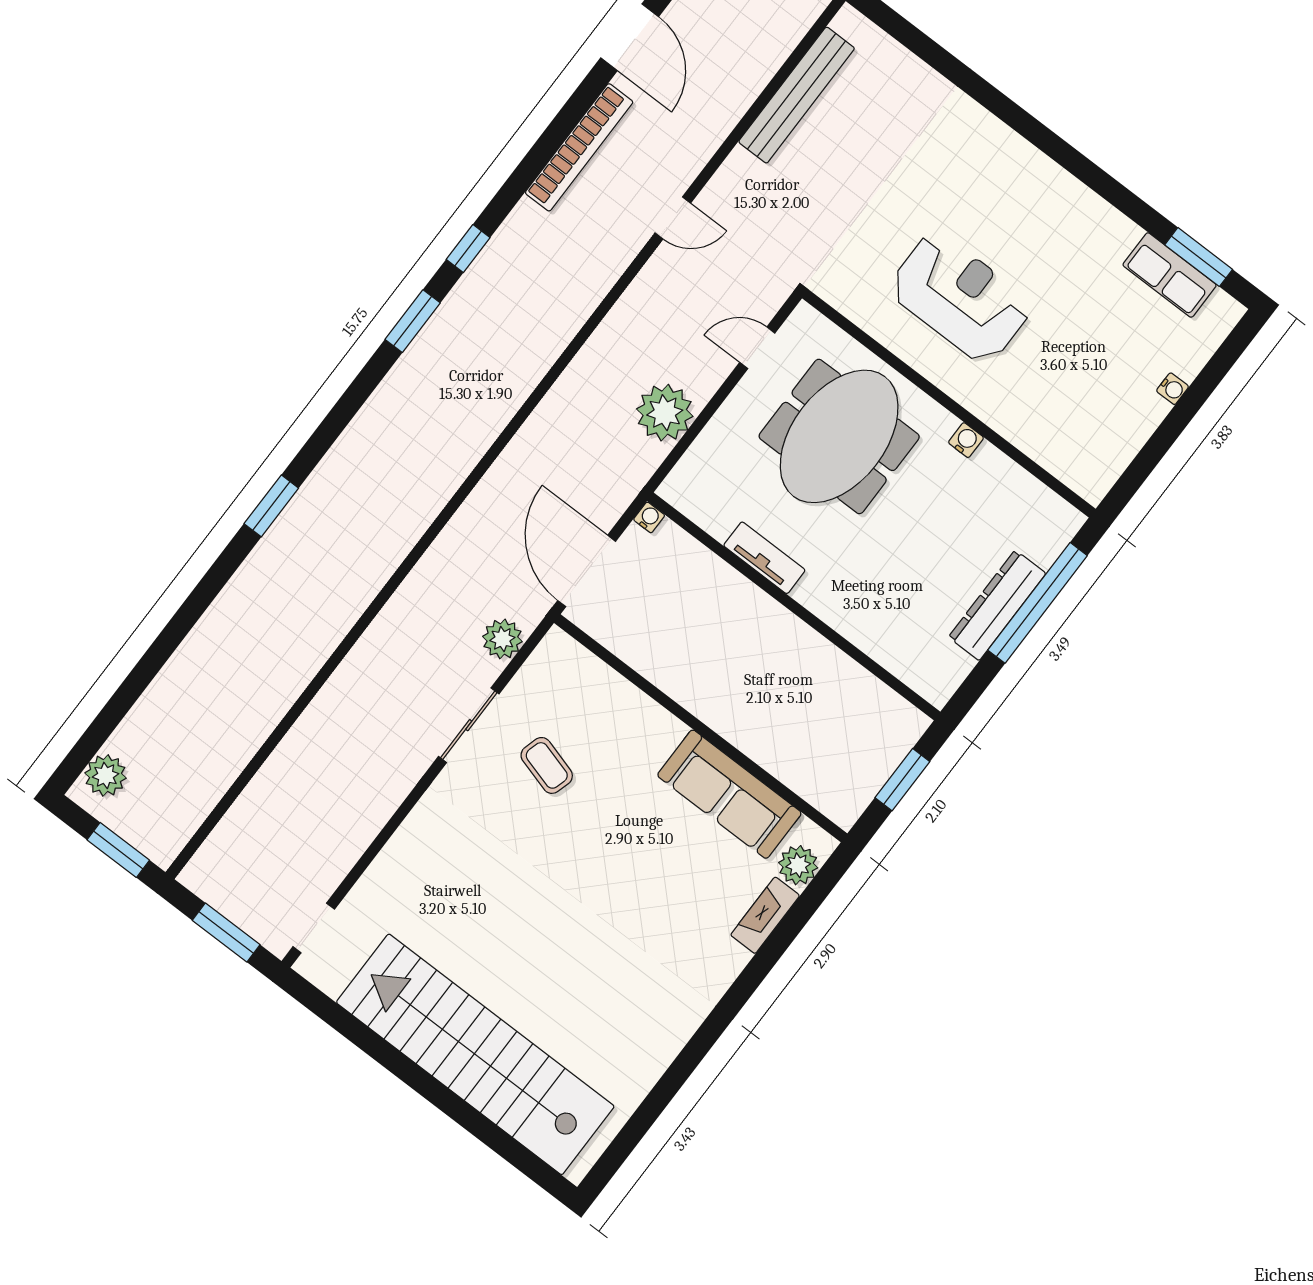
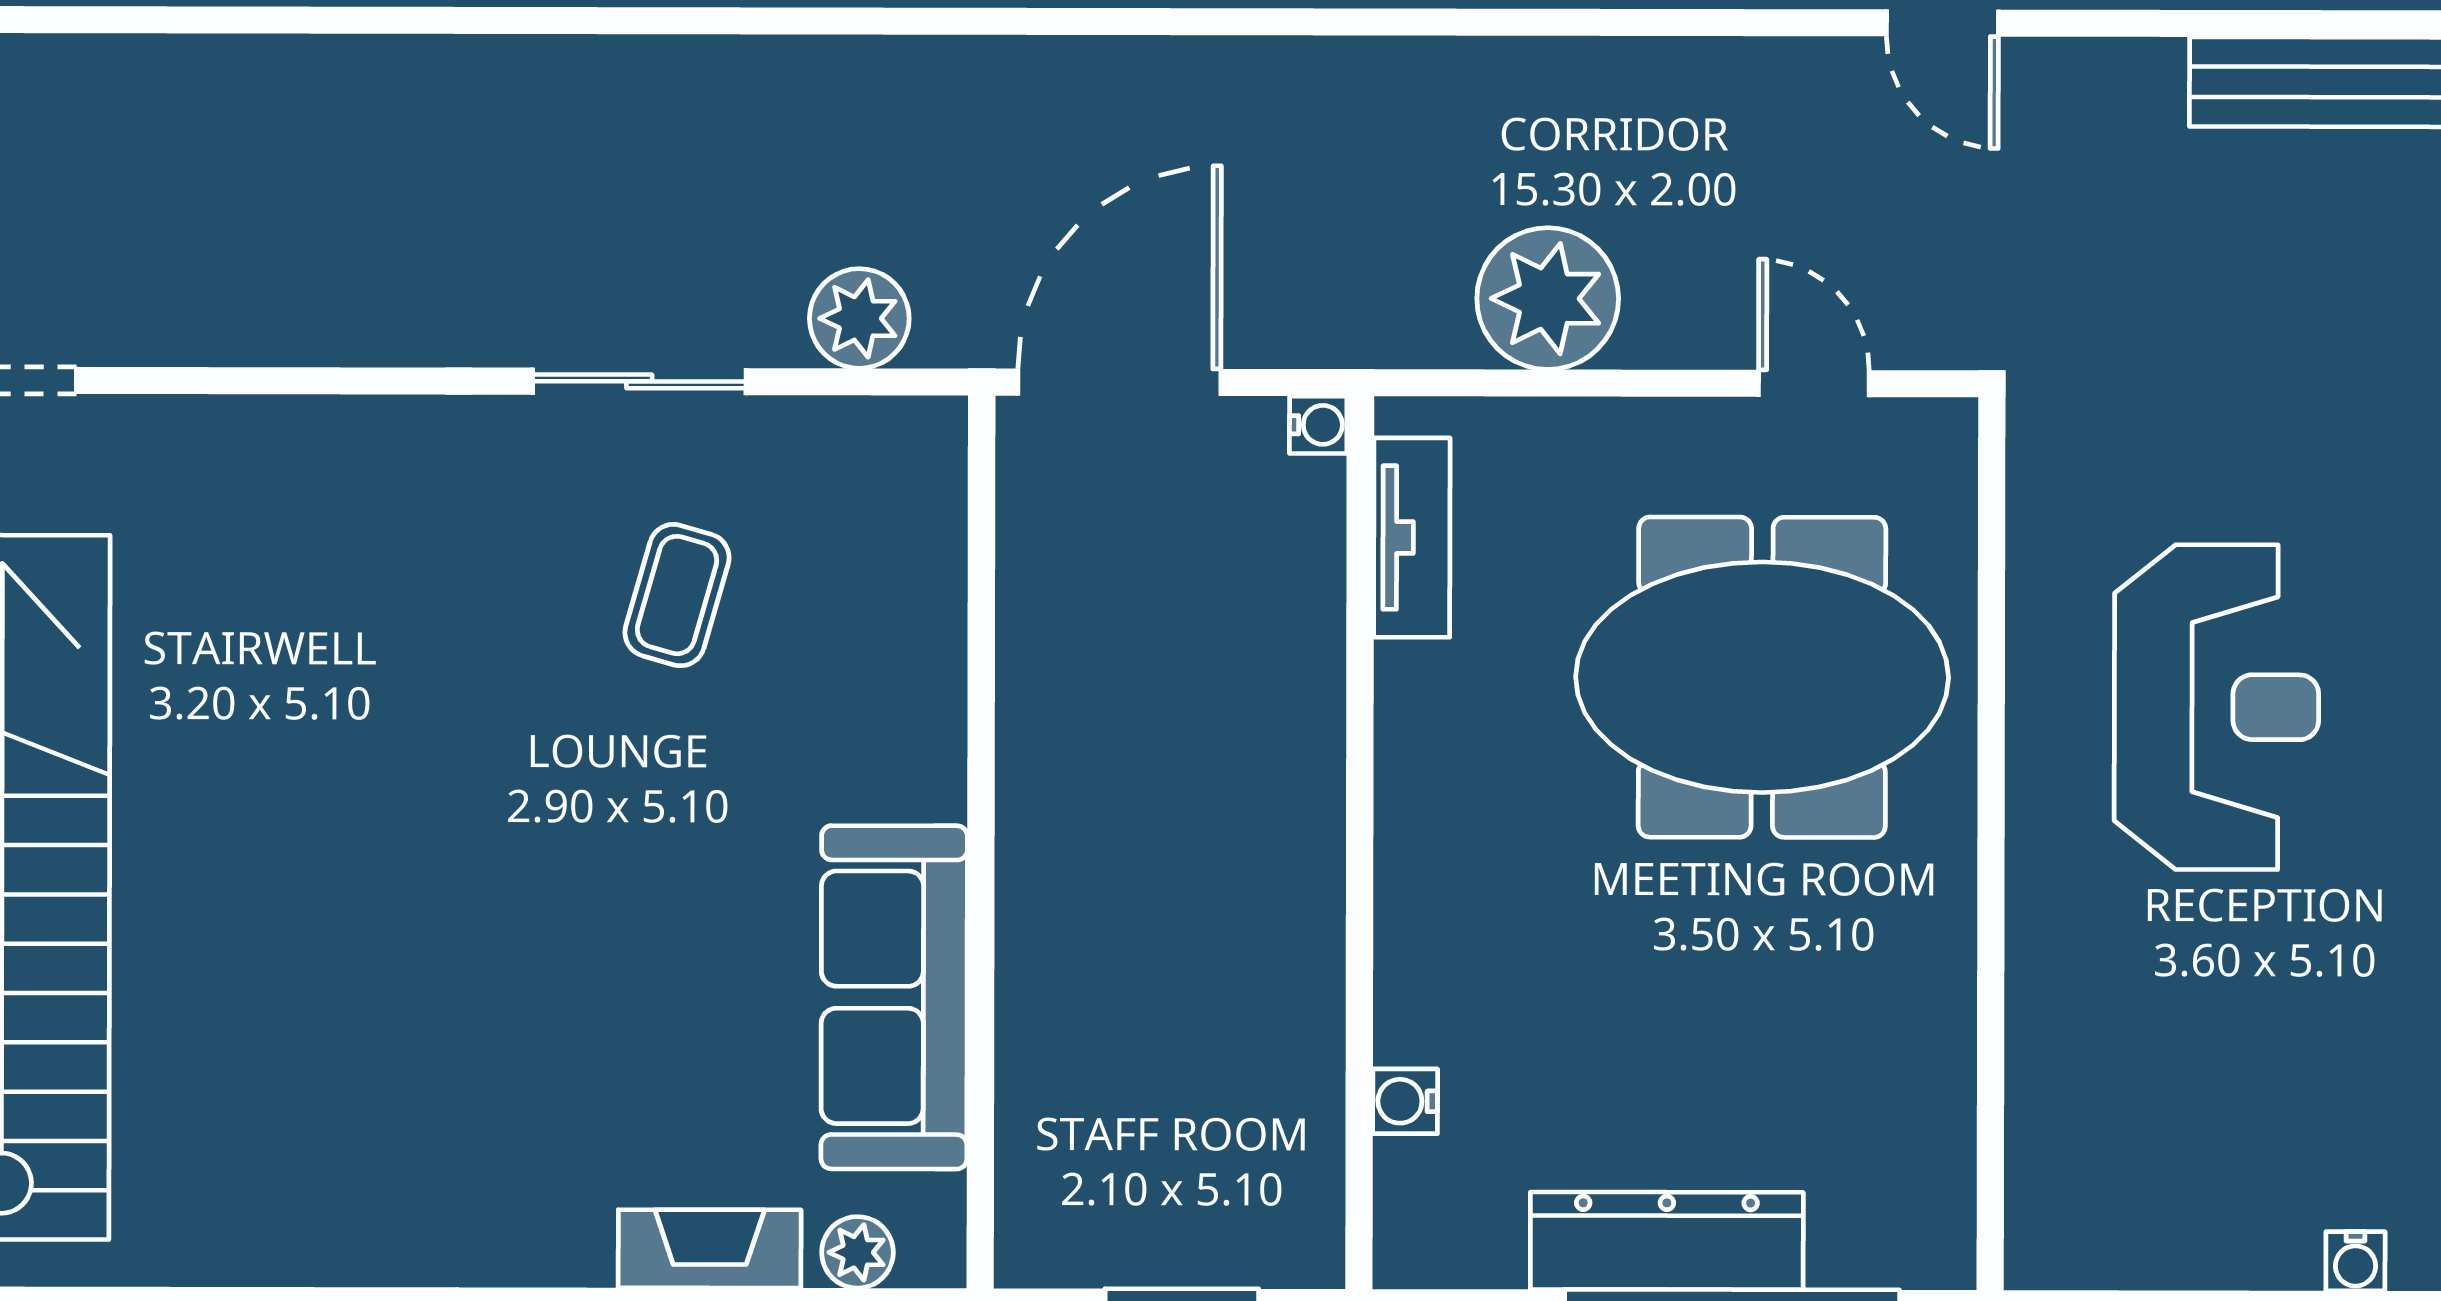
water cooler: (966, 440) -> (1405, 1101), moved, turned 180
tv unit: (764, 558) -> (1412, 538), moved
plant: (798, 865) -> (857, 1252), width x0.73, depth x0.73

